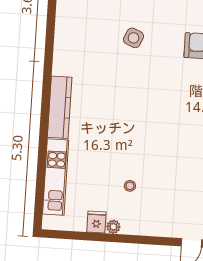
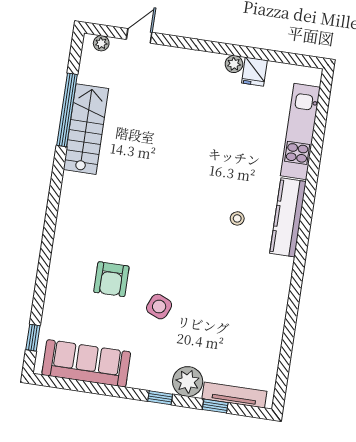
side table: (134, 38) -> (159, 307), moved
stool: (130, 186) -> (237, 218), moved

